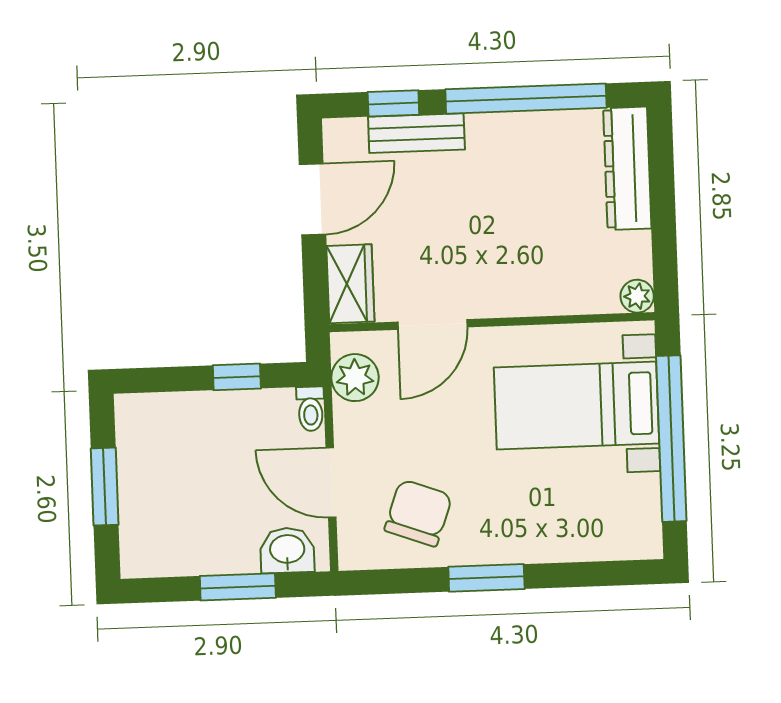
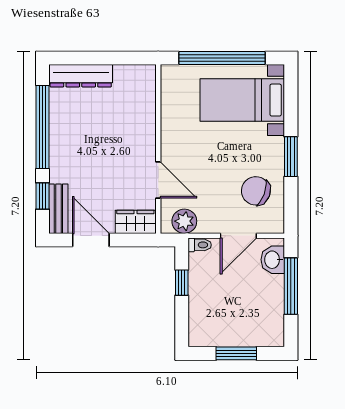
bench: (416, 133) -> (58, 209), moved
plant: (637, 296) -> (147, 73), removed
bed with nightstands: (577, 406) -> (242, 100), moved, turned 90
window: (238, 587) -> (291, 286), width x1.44

